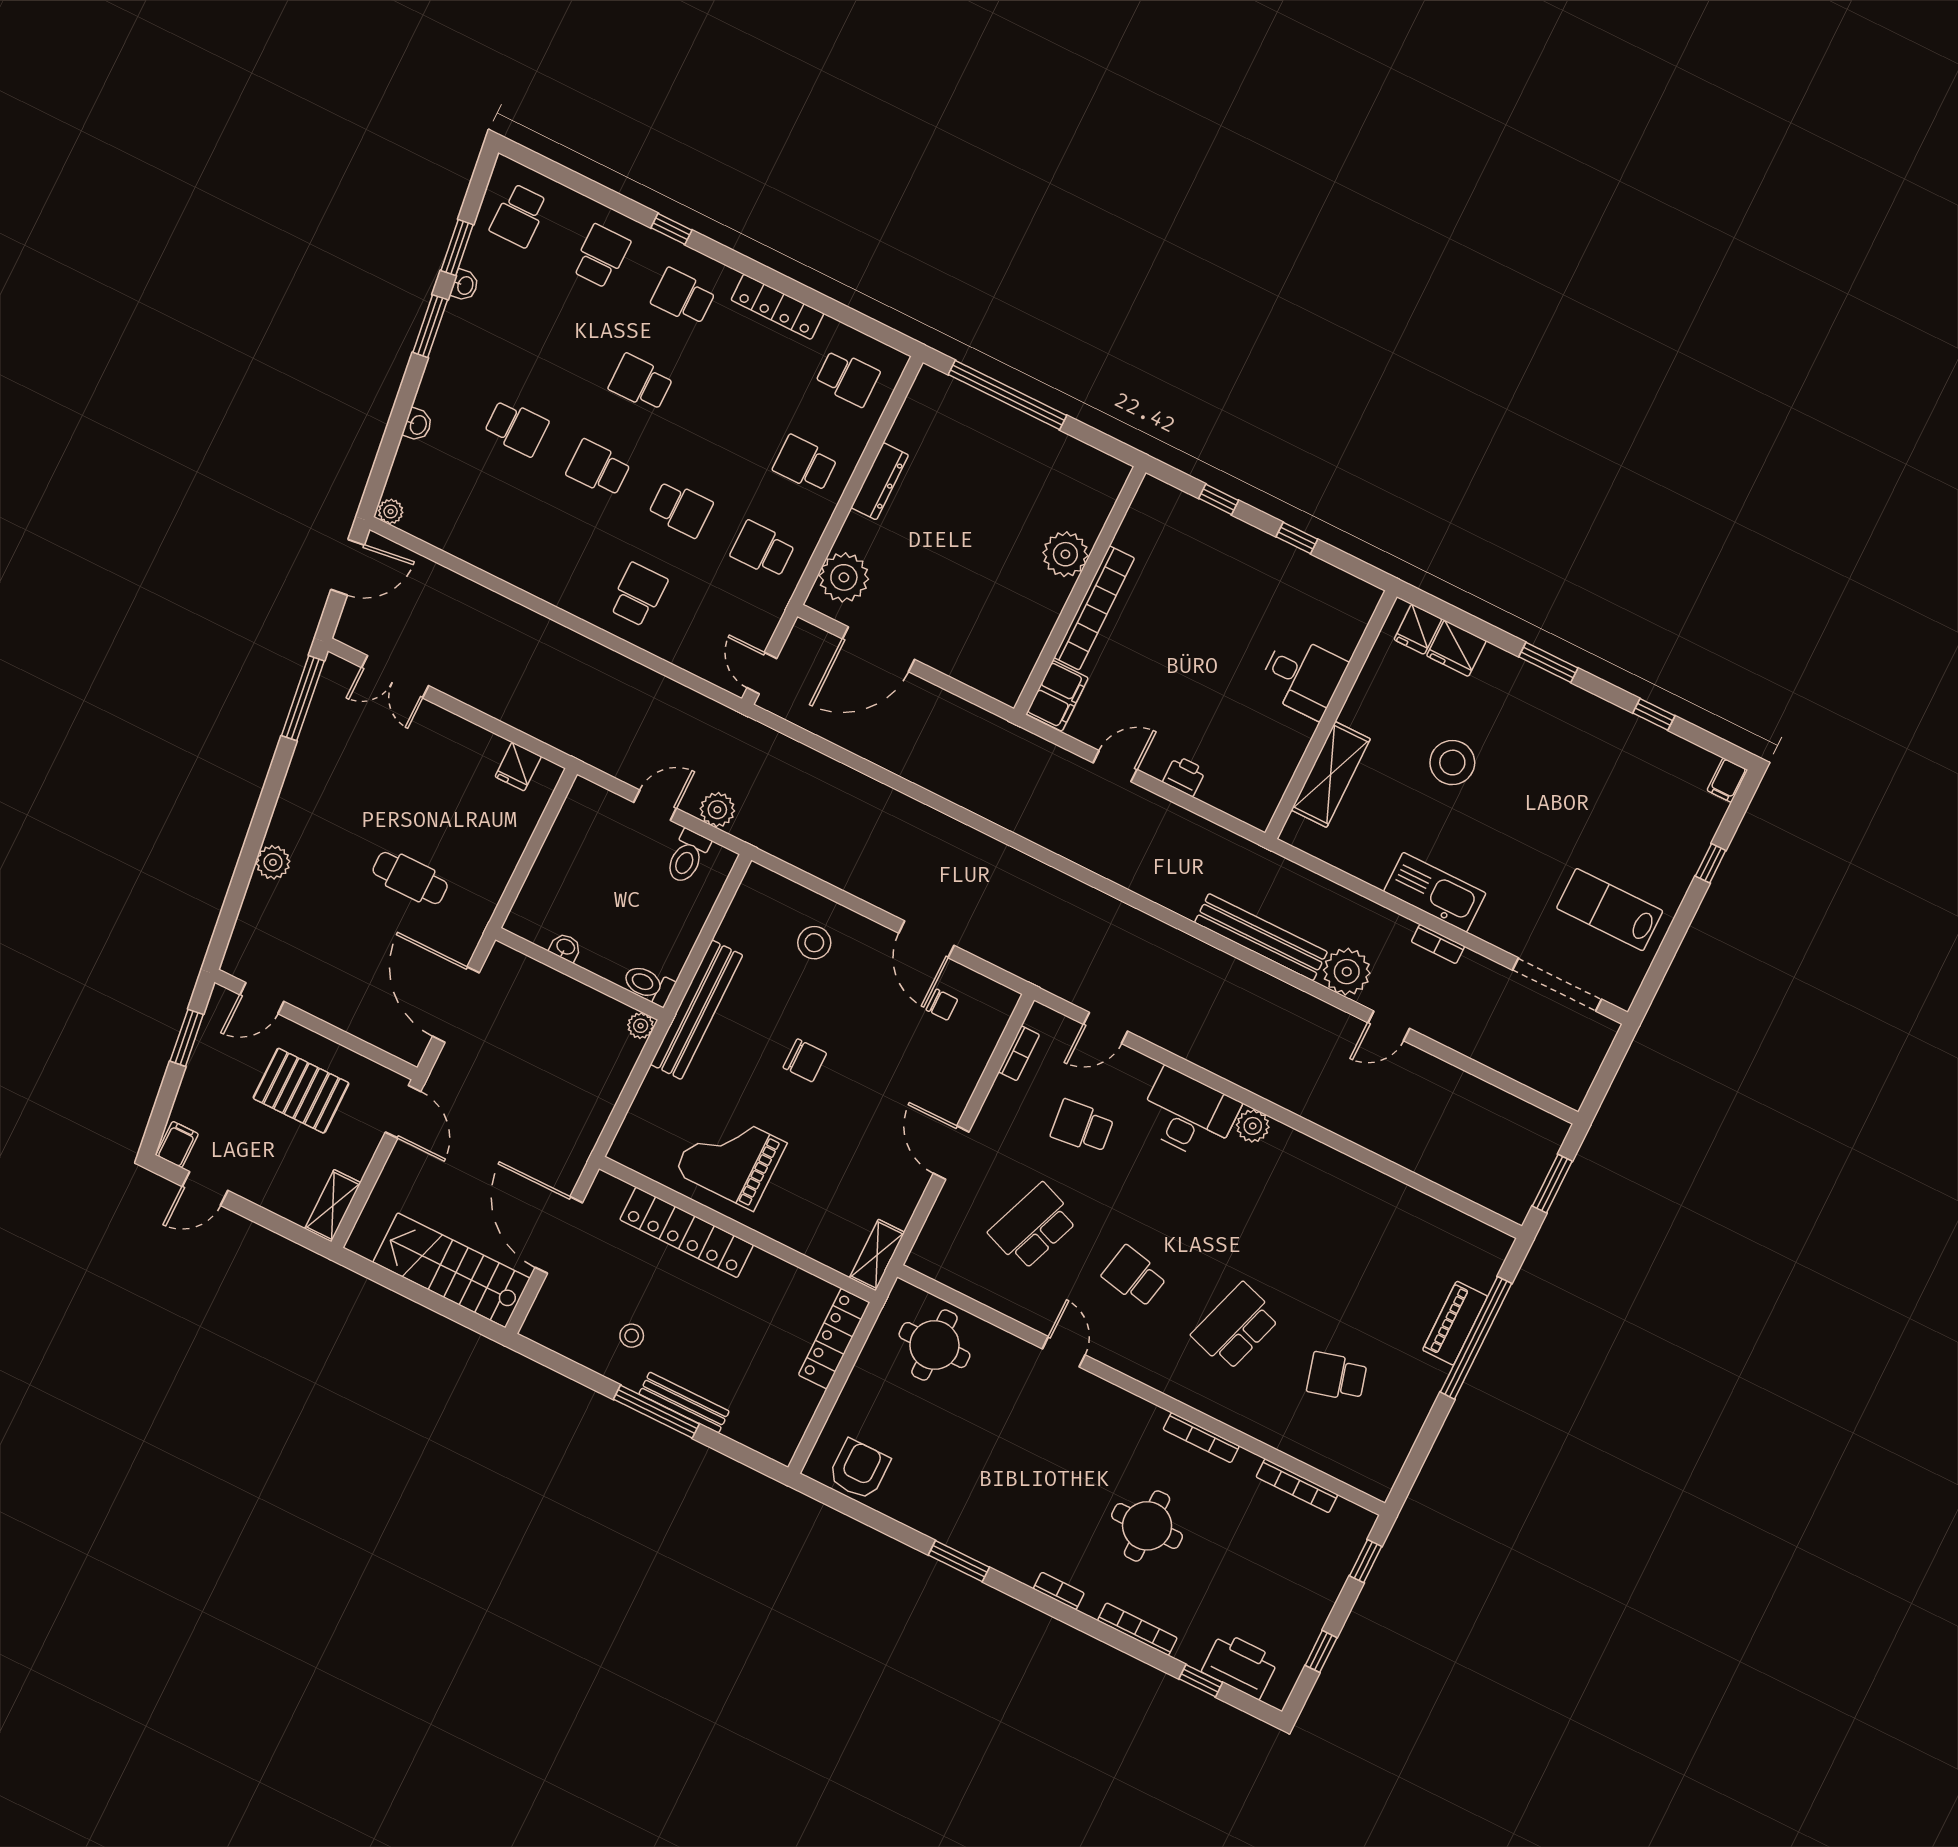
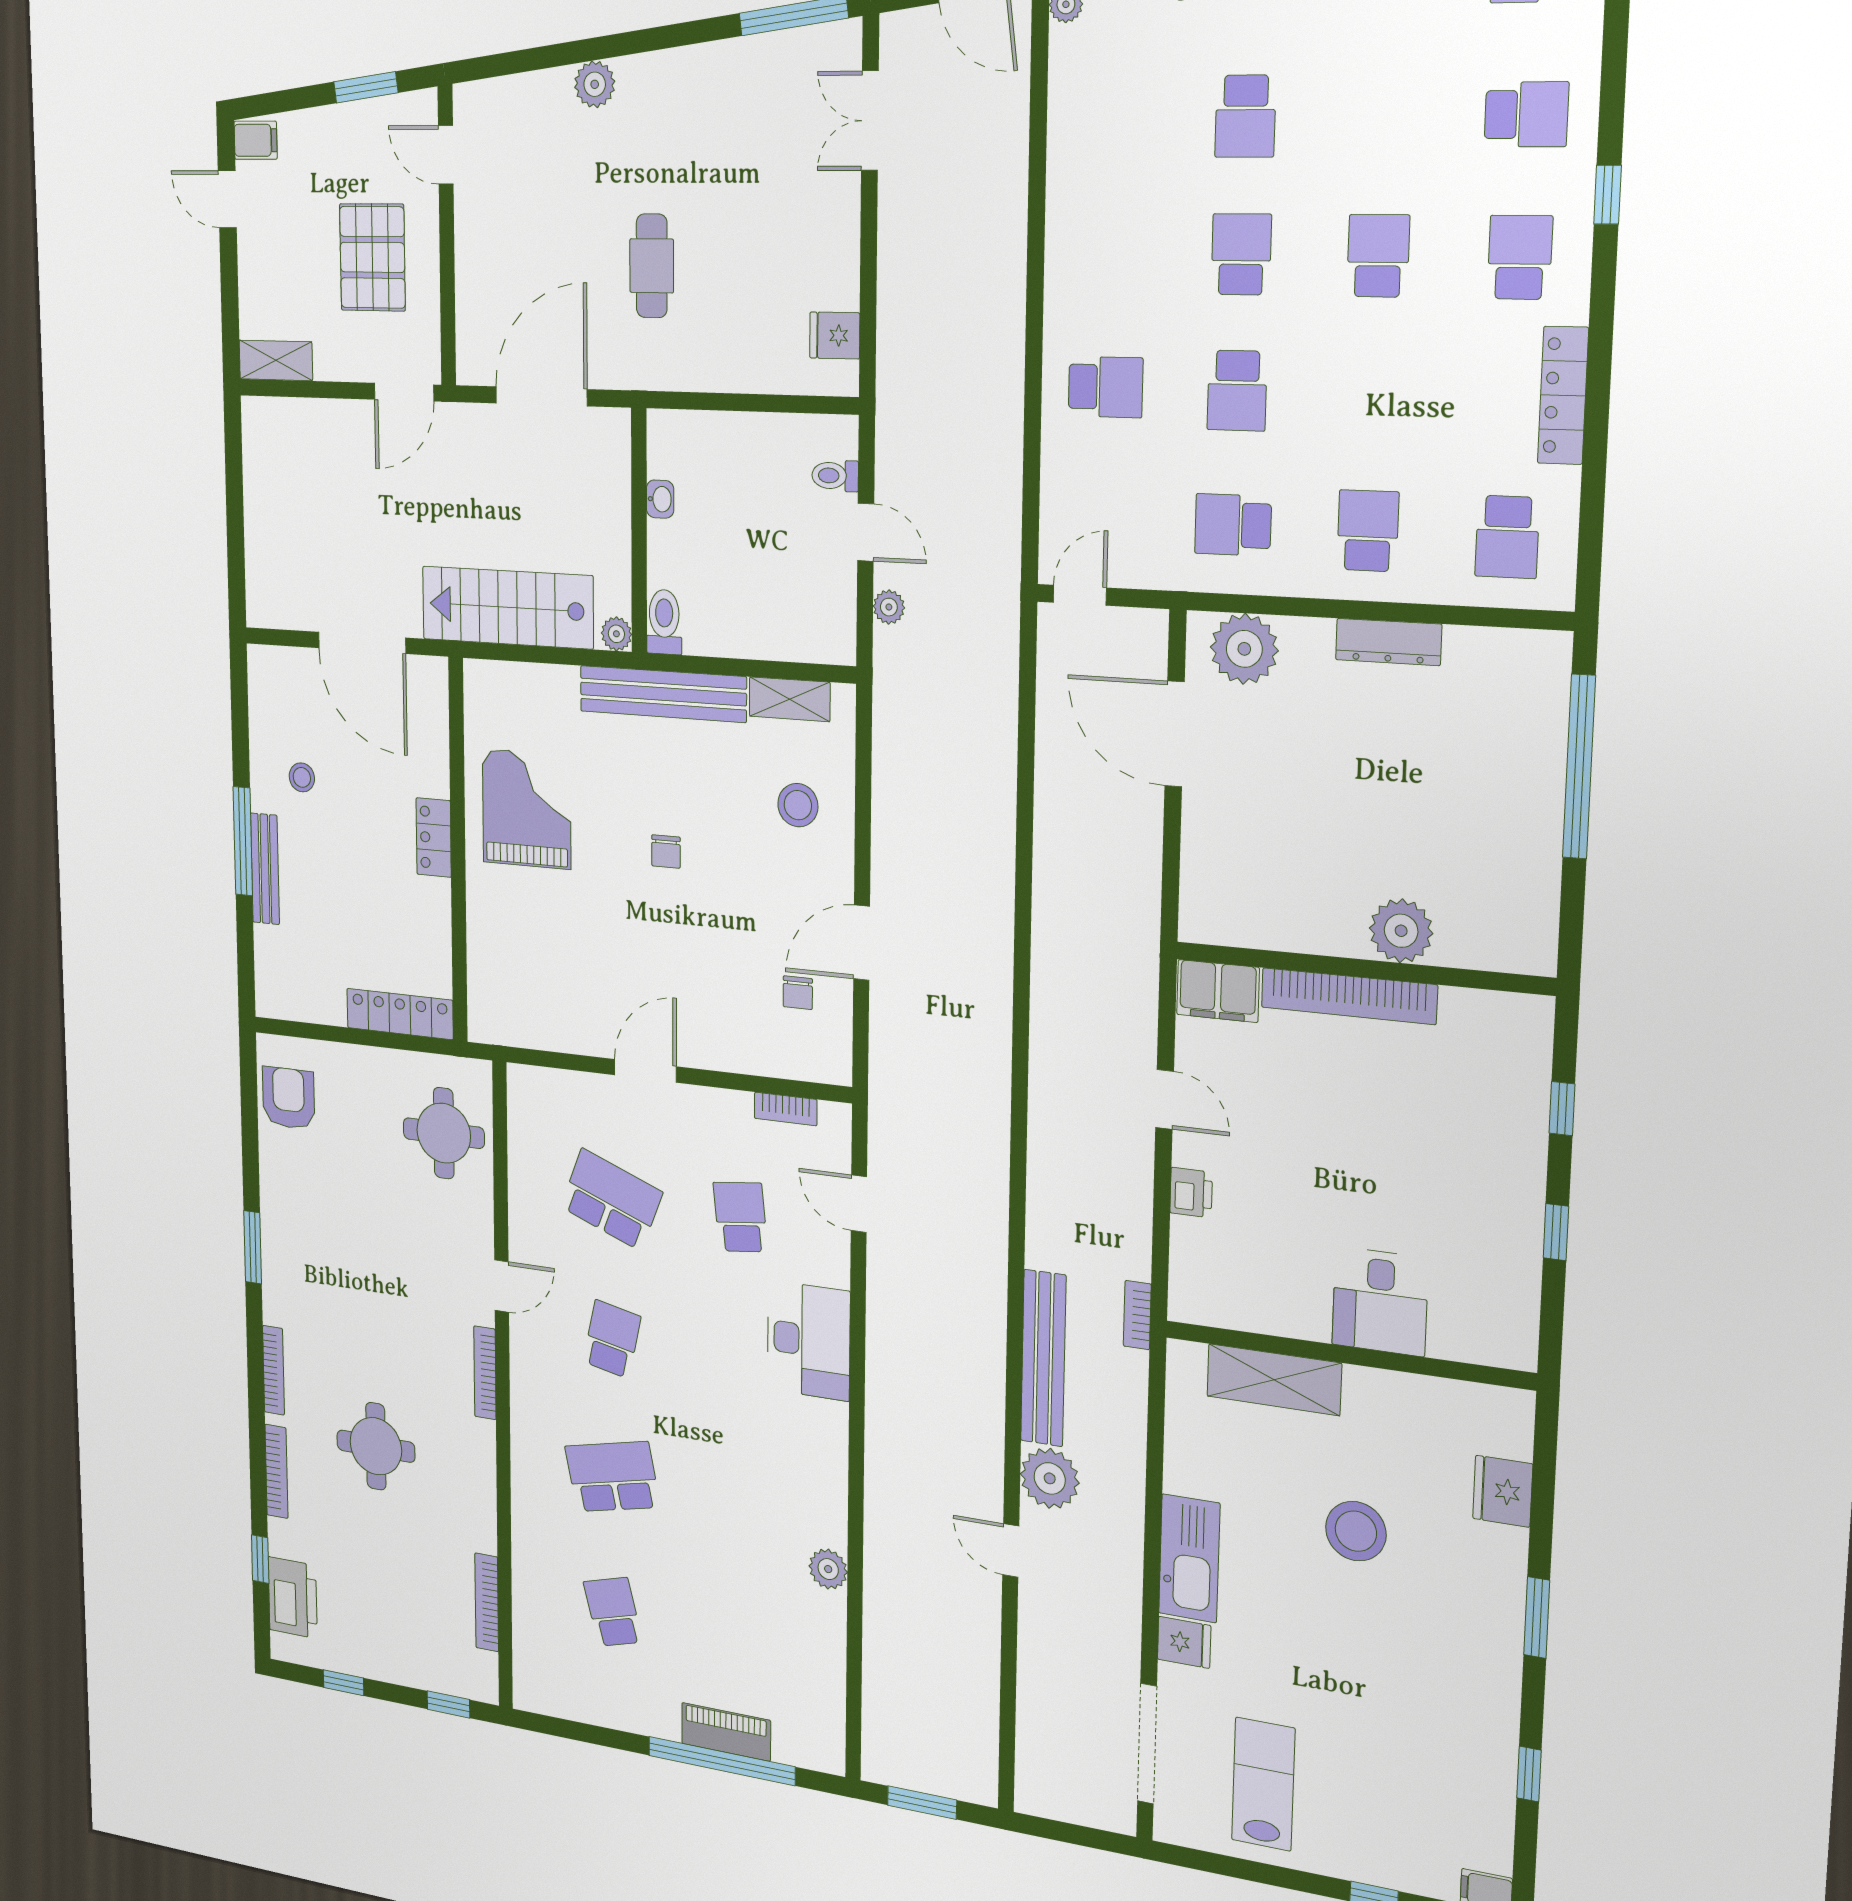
school desk: (763, 549) -> (1233, 525), turned -90
fridge: (1418, 629) -> (1184, 1642), moved, turned 180
plant: (717, 810) -> (889, 607), width x0.73, depth x0.73
toilet: (687, 857) -> (835, 476), moved, width x0.73, depth x0.72
bookcase: (1438, 944) -> (1137, 1315), moved
chair: (805, 1060) -> (666, 851), width x0.73, depth x0.73
plant: (1253, 1126) -> (828, 1569), moved
locker: (687, 1232) -> (434, 838), width x0.46, depth x0.83
door: (559, 1235) -> (362, 643), swing flipped
shelving: (877, 1255) -> (790, 699), moved
stairs: (452, 1270) -> (507, 607), moved, turned -90
school desk: (1236, 1326) -> (613, 1477), turned -30
bookcase: (1201, 1438) -> (485, 1373), moved
armchair: (859, 1469) -> (288, 1098), turned -90
bookcase: (1059, 1591) -> (273, 1370), width x1.56

